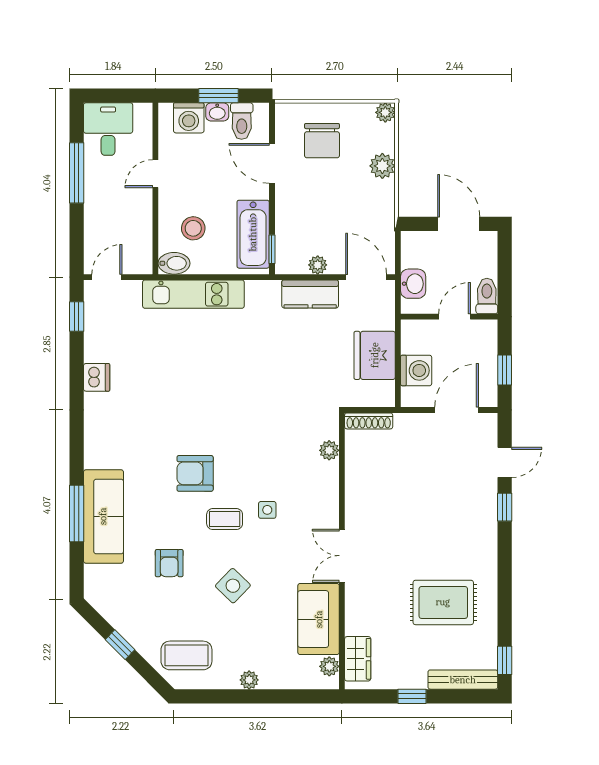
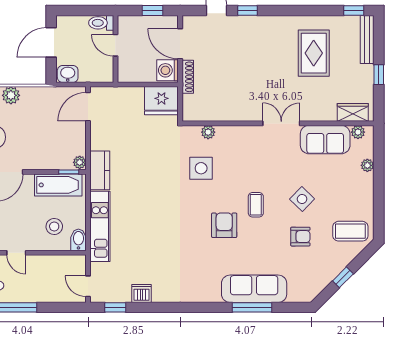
plant: (318, 265) -> (80, 162), moved
washbasin: (413, 284) -> (68, 74), moved
kitchen counter: (310, 294) -> (100, 170), moved
fridge: (375, 355) -> (161, 101), moved
washing machine: (416, 370) -> (168, 70), moved, turned -90
dishwasher: (97, 377) -> (142, 293), moved
shoe rack: (369, 421) -> (188, 77), moved
armchair: (195, 473) -> (224, 225), turned 180
side table: (267, 510) -> (201, 168), moved, width x1.87, depth x1.87
double door: (342, 556) -> (281, 123), swing flipped
armchair: (169, 563) -> (300, 237), moved
coffee table: (186, 655) -> (350, 231), turned 90
plant: (249, 680) -> (367, 165), moved

